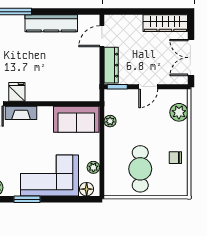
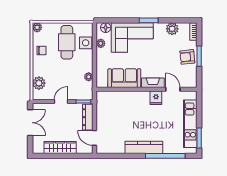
kitchen counter: (51, 23) -> (144, 147), moved
wardrobe: (165, 23) -> (60, 147), moved
door: (102, 36) -> (95, 138), swing flipped
sofa: (76, 119) -> (124, 78), moved
side table: (114, 168) -> (86, 43), added
plant: (181, 189) -> (37, 27), added

